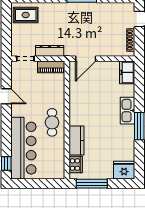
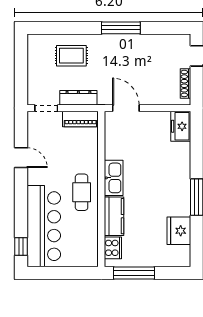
rug: (26, 15) -> (71, 56), moved
door: (86, 59) -> (126, 108), swing flipped
kitchen sink: (128, 111) -> (114, 178), moved, turned 180
fridge: (124, 170) -> (179, 231), moved, turned -90

